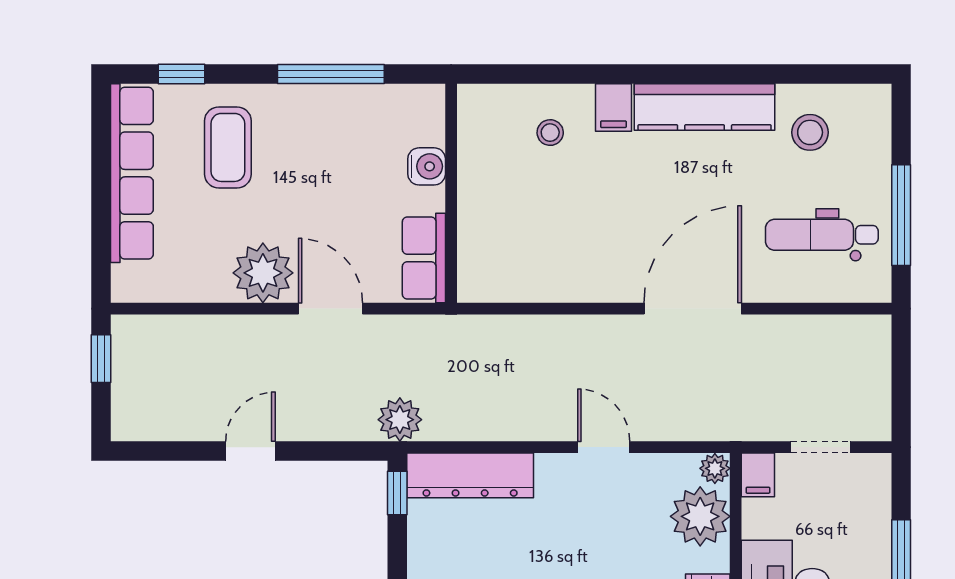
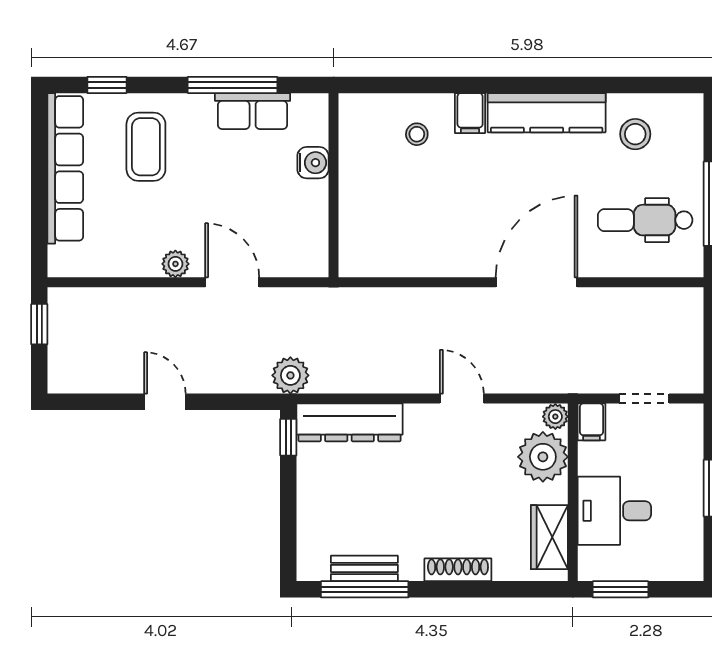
row of seats: (424, 258) -> (253, 111), moved, turned -90
plant: (263, 273) -> (175, 264), width x0.53, depth x0.53
door: (251, 451) -> (165, 402), hinge flipped

